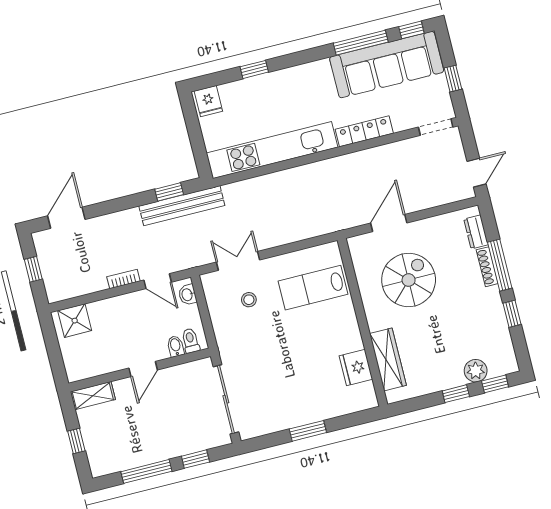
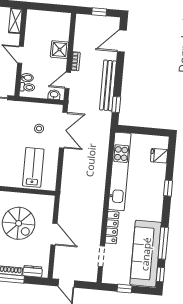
window: (254, 69) -> (168, 188), moved
fridge: (208, 101) -> (159, 156), moved
doorway: (436, 127) -> (101, 256), moved
bench: (182, 206) -> (108, 85), moved
door: (66, 218) -> (122, 41), swing flipped
door: (389, 223) -> (54, 234), moved
double door: (238, 261) -> (63, 130), width x1.37
shower: (75, 321) -> (60, 50), moved

